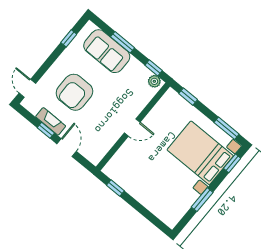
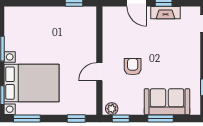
armchair: (74, 92) -> (133, 67), moved, width x0.53, depth x0.53
door: (132, 128) -> (99, 72), moved

